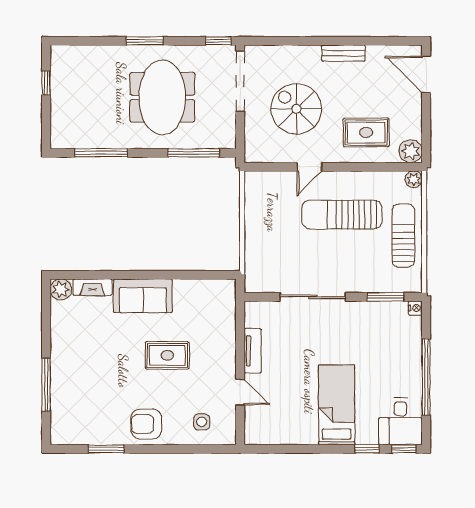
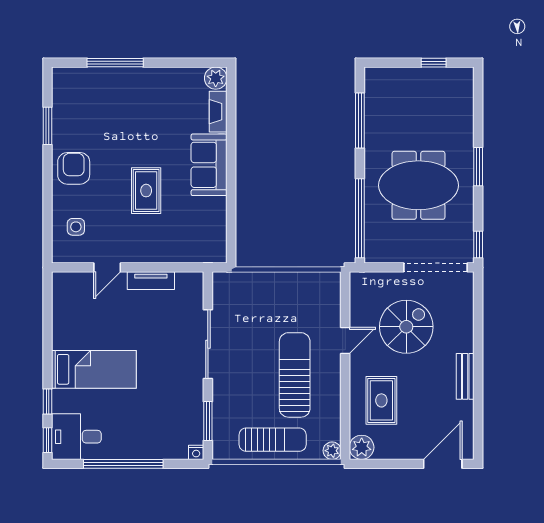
window: (194, 153) -> (360, 218), width x1.46
door: (309, 167) -> (345, 341), swing flipped

